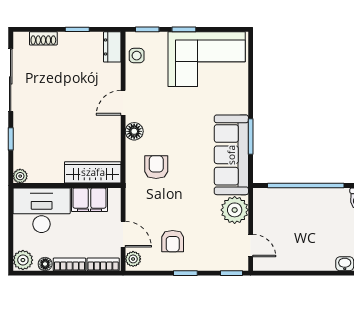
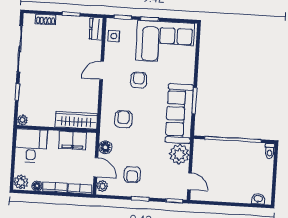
armchair: (174, 113) -> (139, 80), added
floor lamp: (134, 131) -> (105, 147), moved
desk: (42, 210) -> (31, 146), width x0.73

